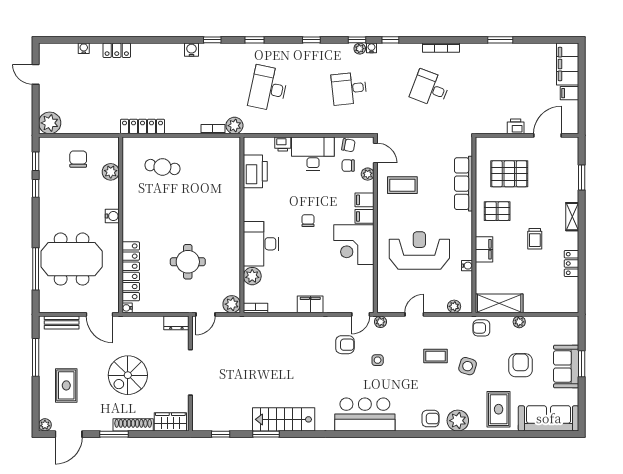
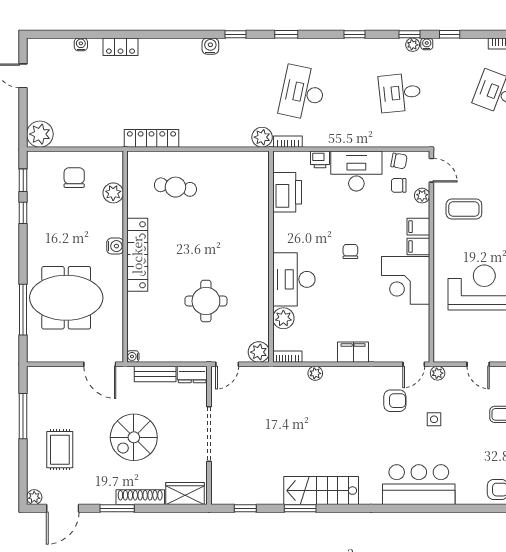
bookcase: (213, 129) -> (288, 142), moved
locker: (131, 271) -> (137, 255), moved
door: (414, 314) -> (478, 364), swing flipped
bench: (62, 322) -> (155, 374), moved
plant: (279, 322) -> (315, 373), added

